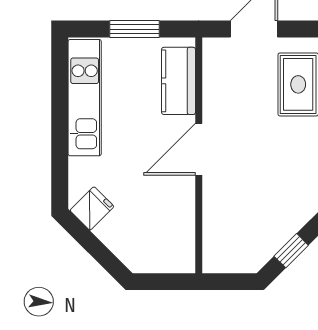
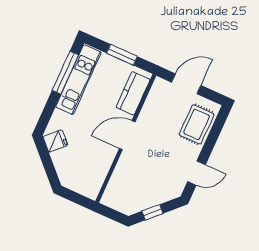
window: (60, 96) -> (65, 73), added

